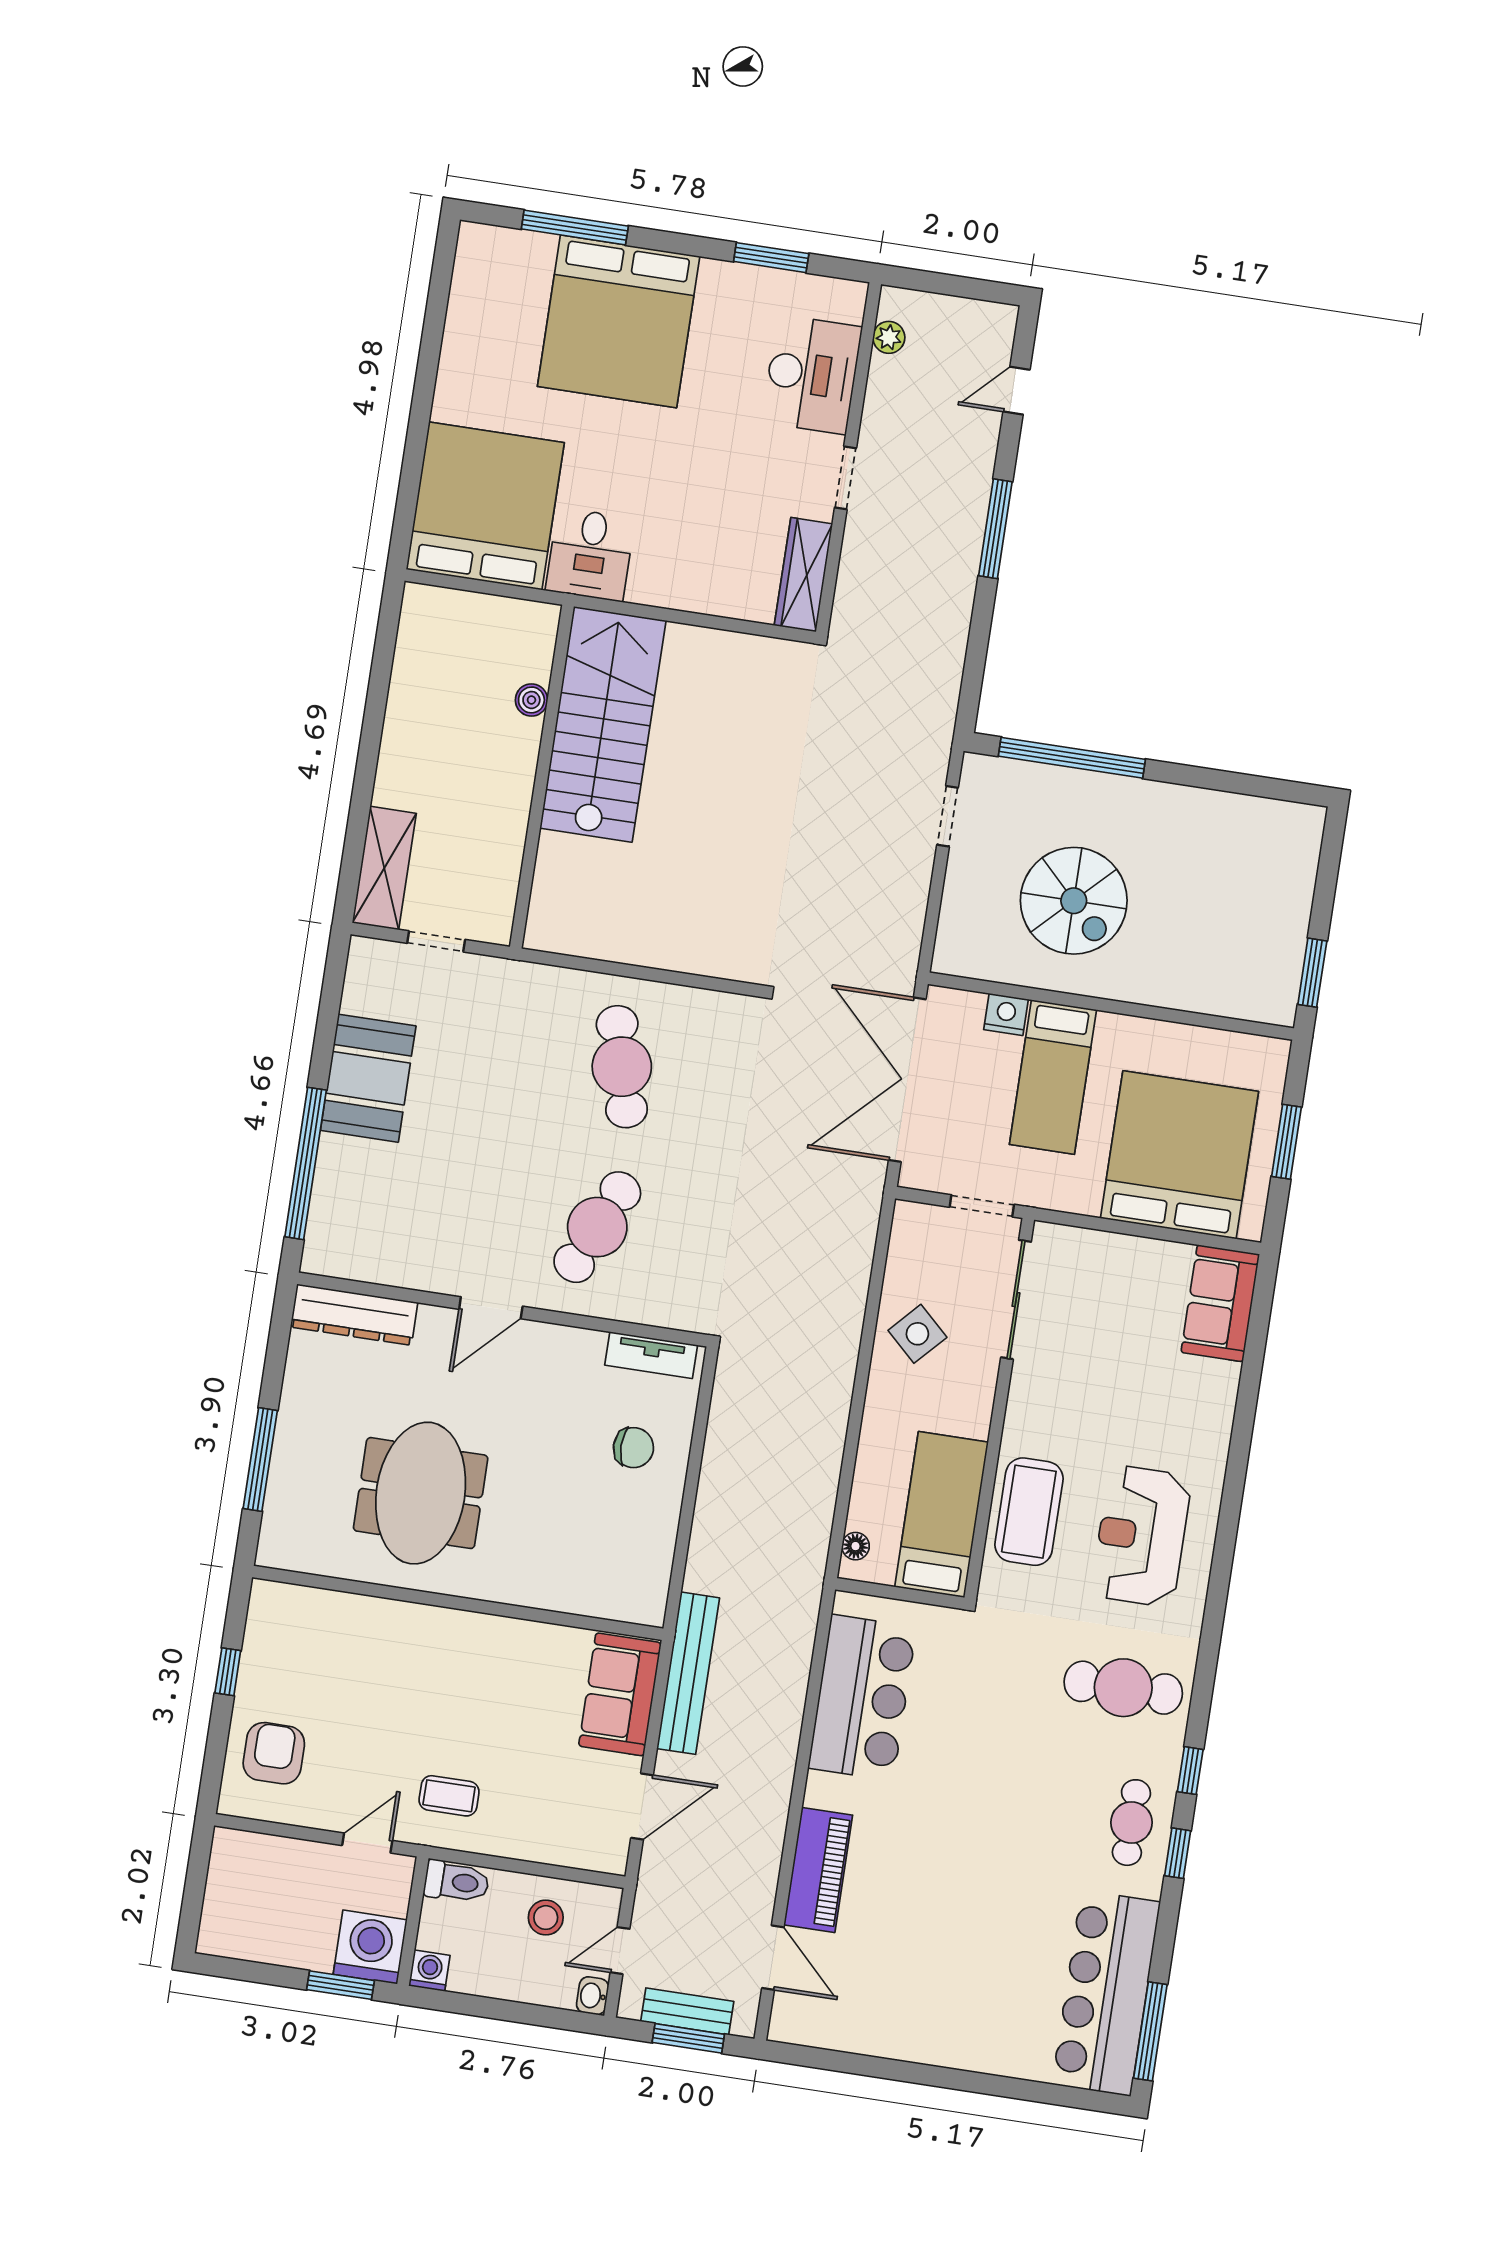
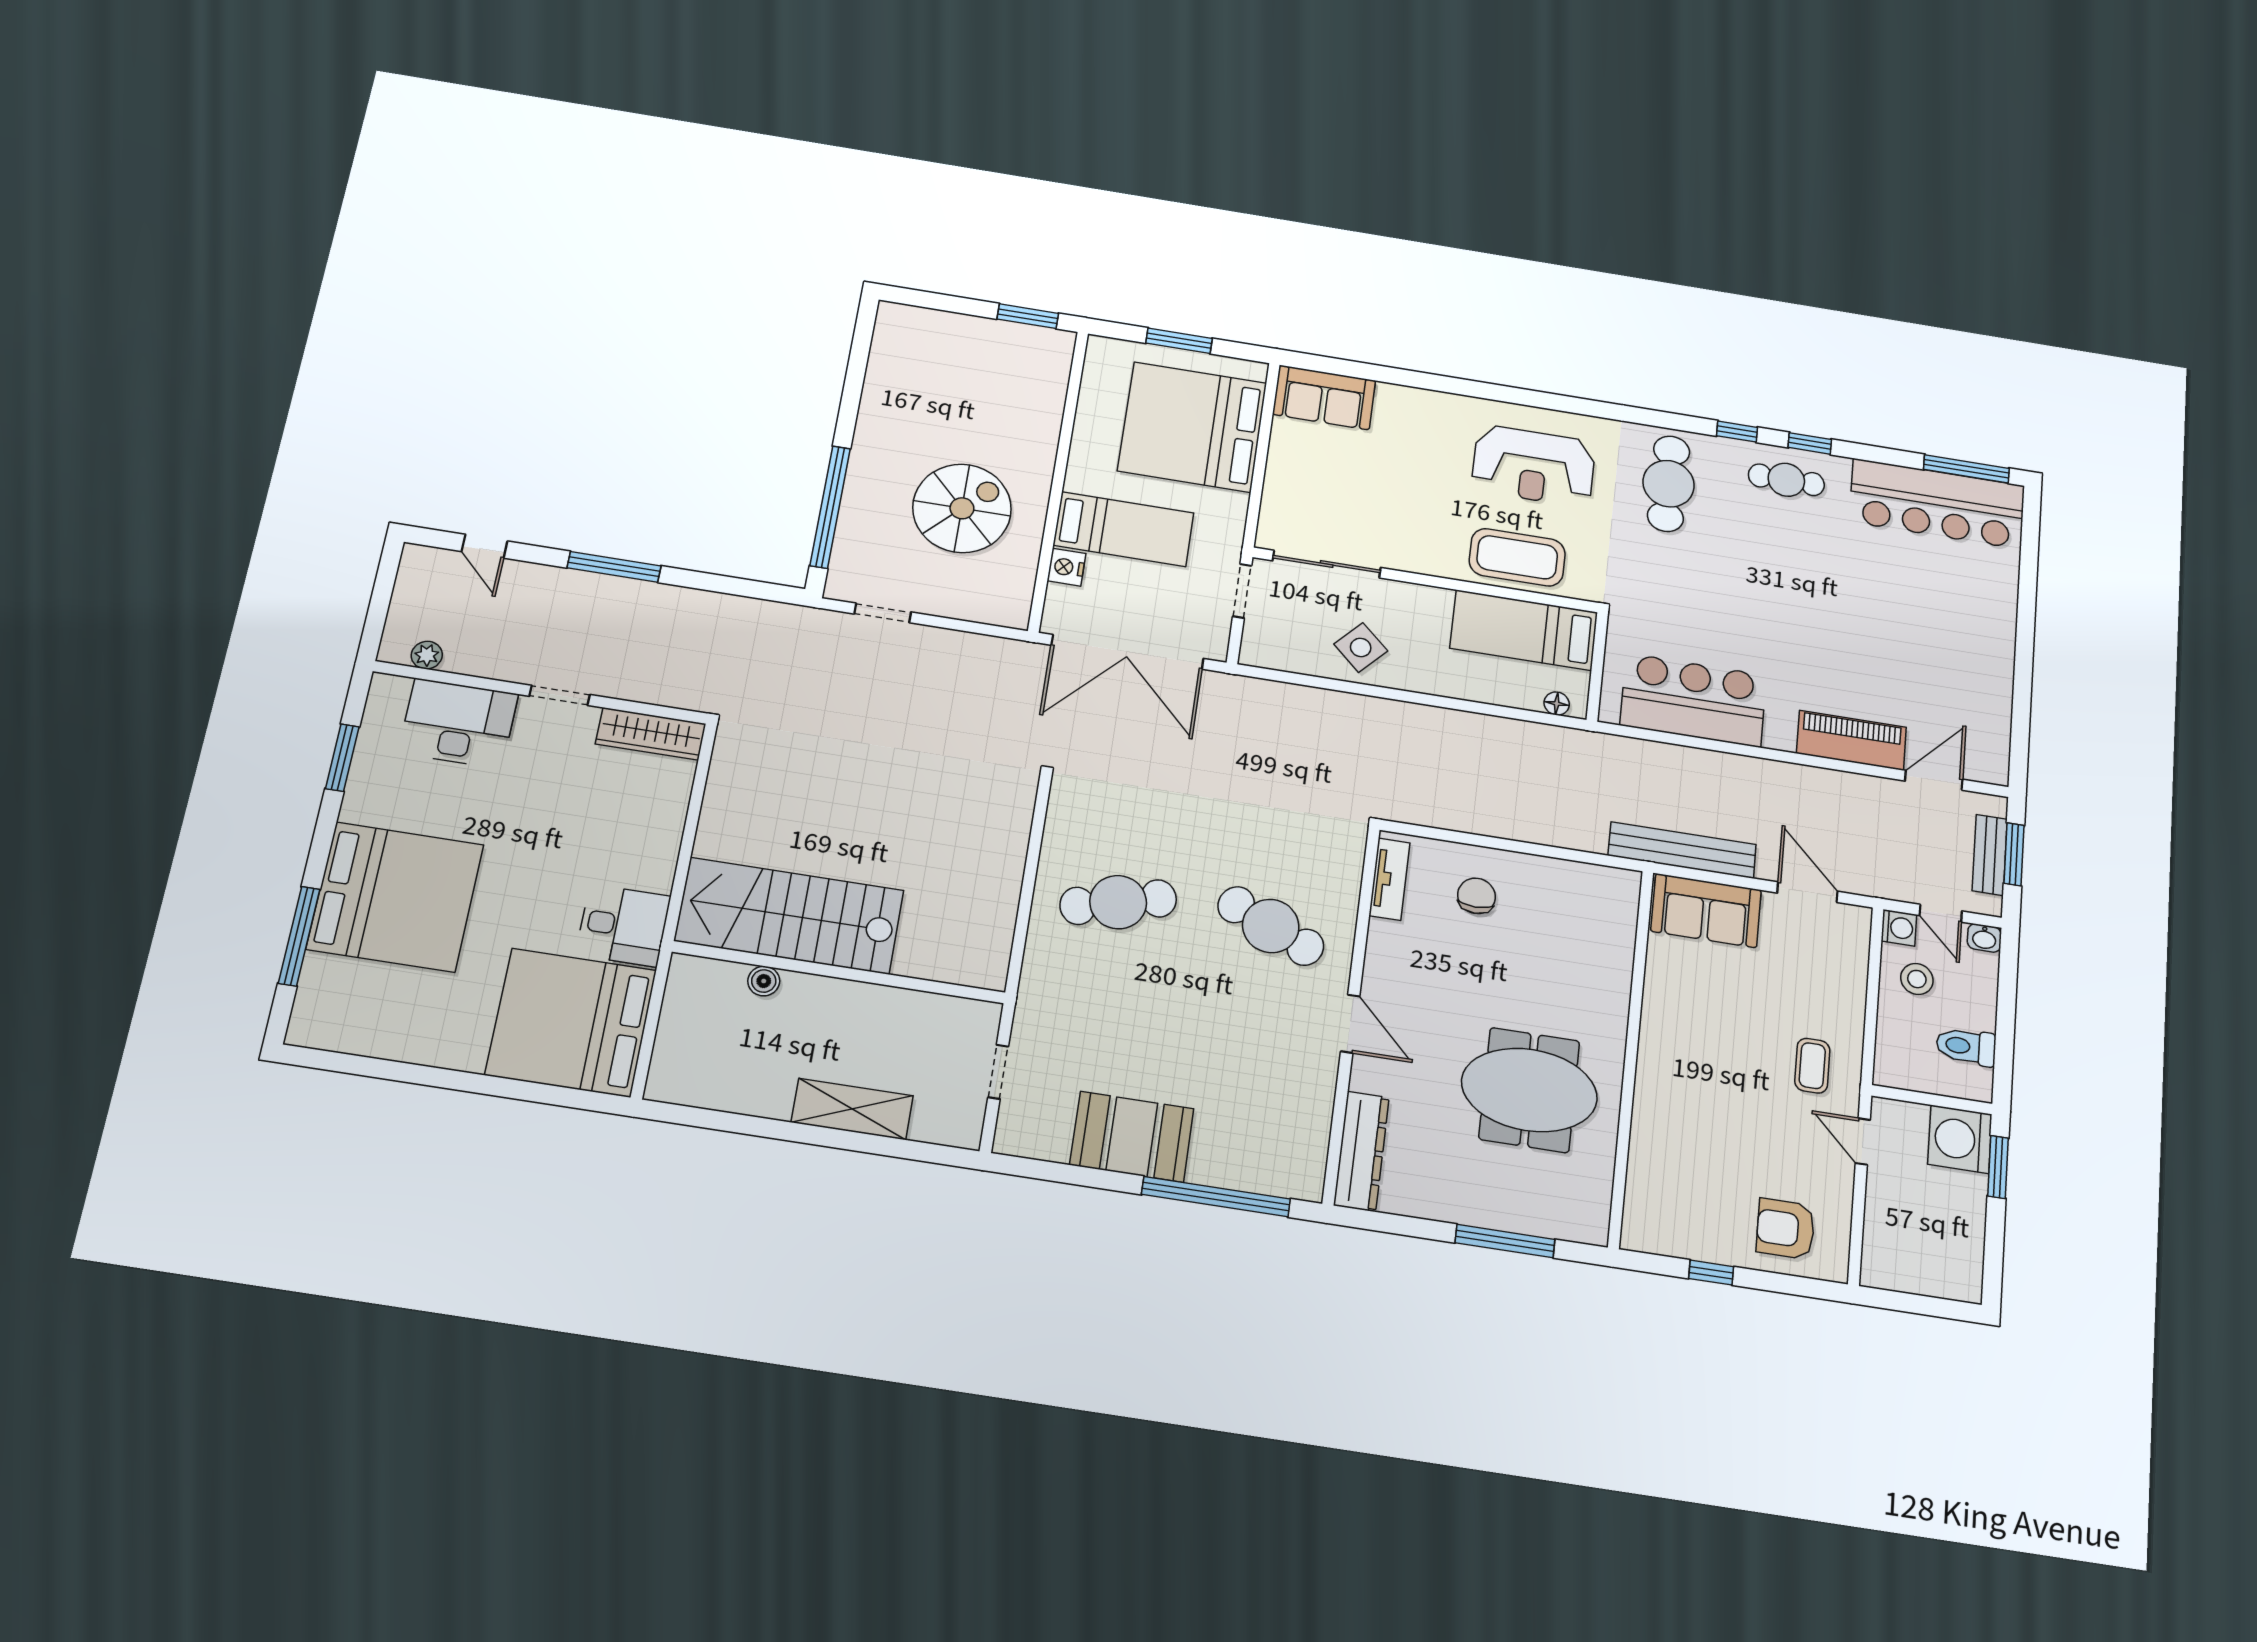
shelving: (384, 868) -> (852, 1109), moved
toilet: (456, 1882) -> (1966, 1046), moved, turned -90
washing machine: (429, 1971) -> (1899, 928), moved, turned 180

